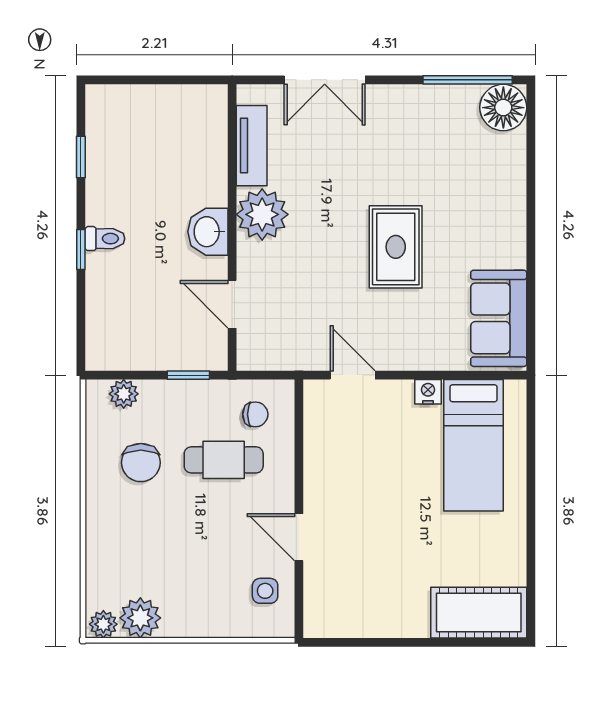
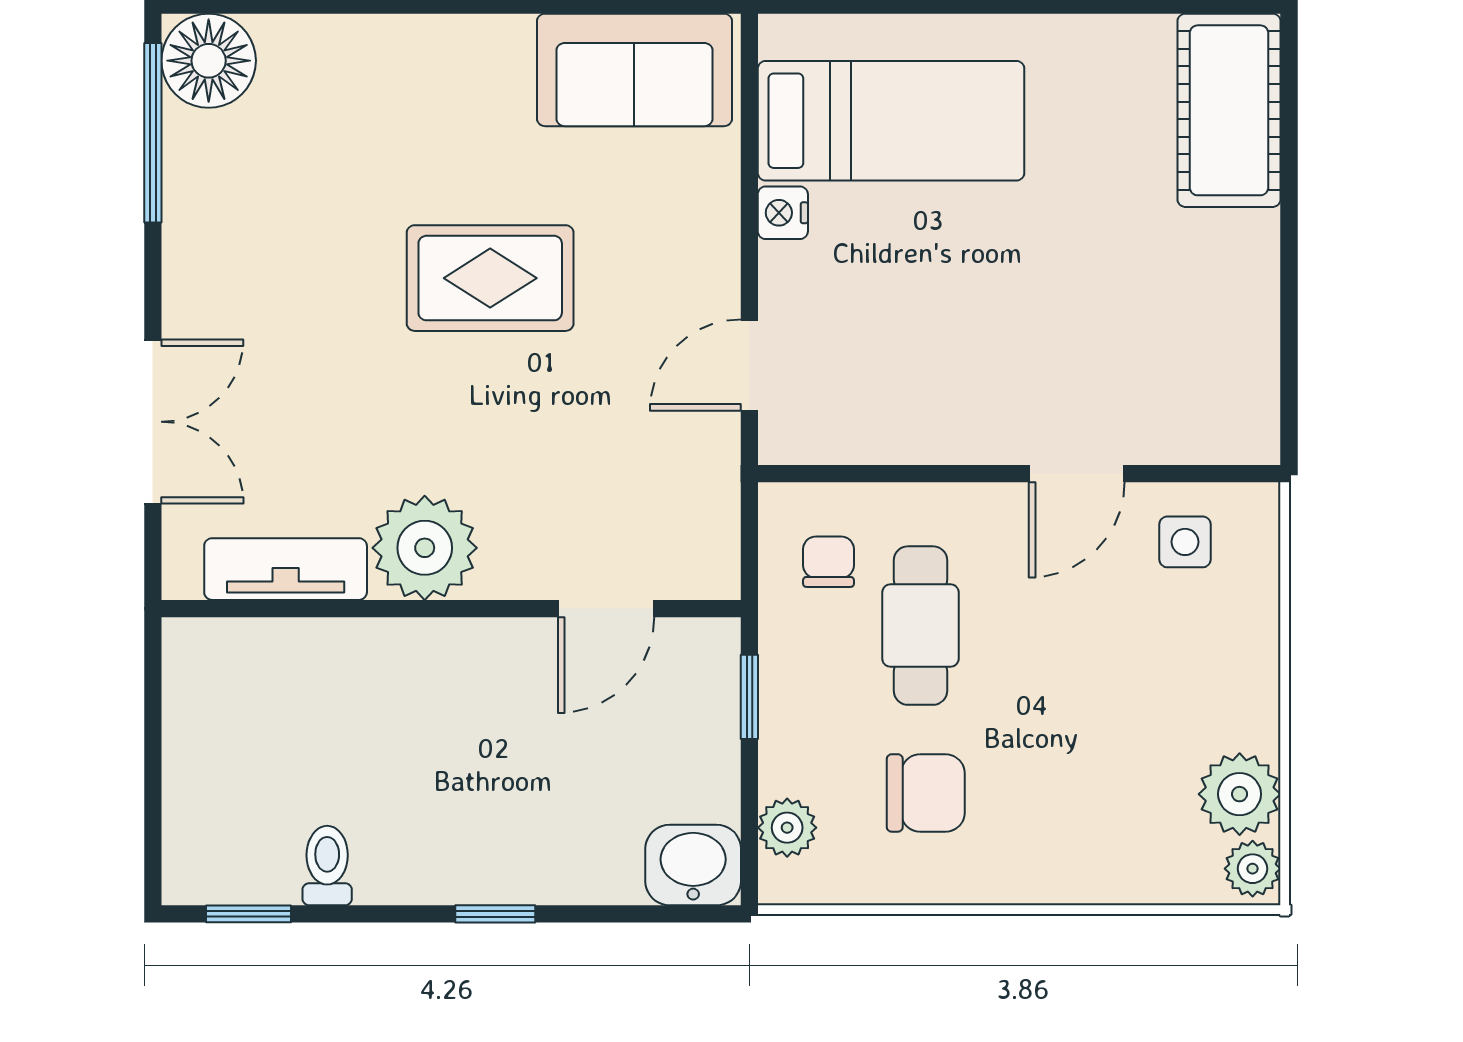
window: (81, 157) -> (248, 914), moved
washbasin: (208, 232) -> (693, 865), moved, turned 180
toilet: (105, 239) -> (327, 866), moved

